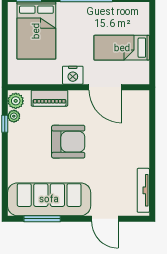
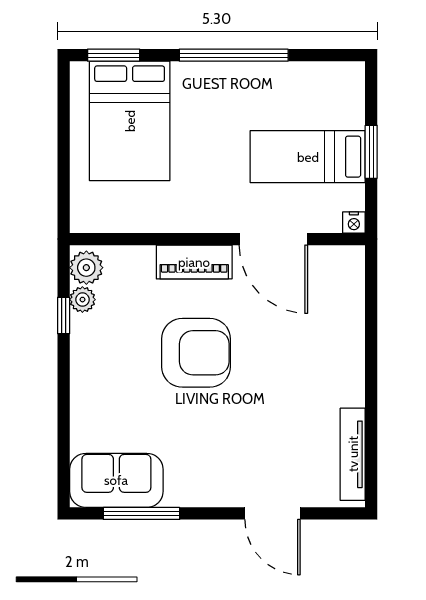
window: (152, 45) -> (371, 152), added
nightstand: (73, 75) -> (354, 222), moved, width x0.53, depth x0.56
piano: (49, 98) -> (194, 262), moved
sofa: (49, 199) -> (116, 480), width x0.54, depth x0.79

